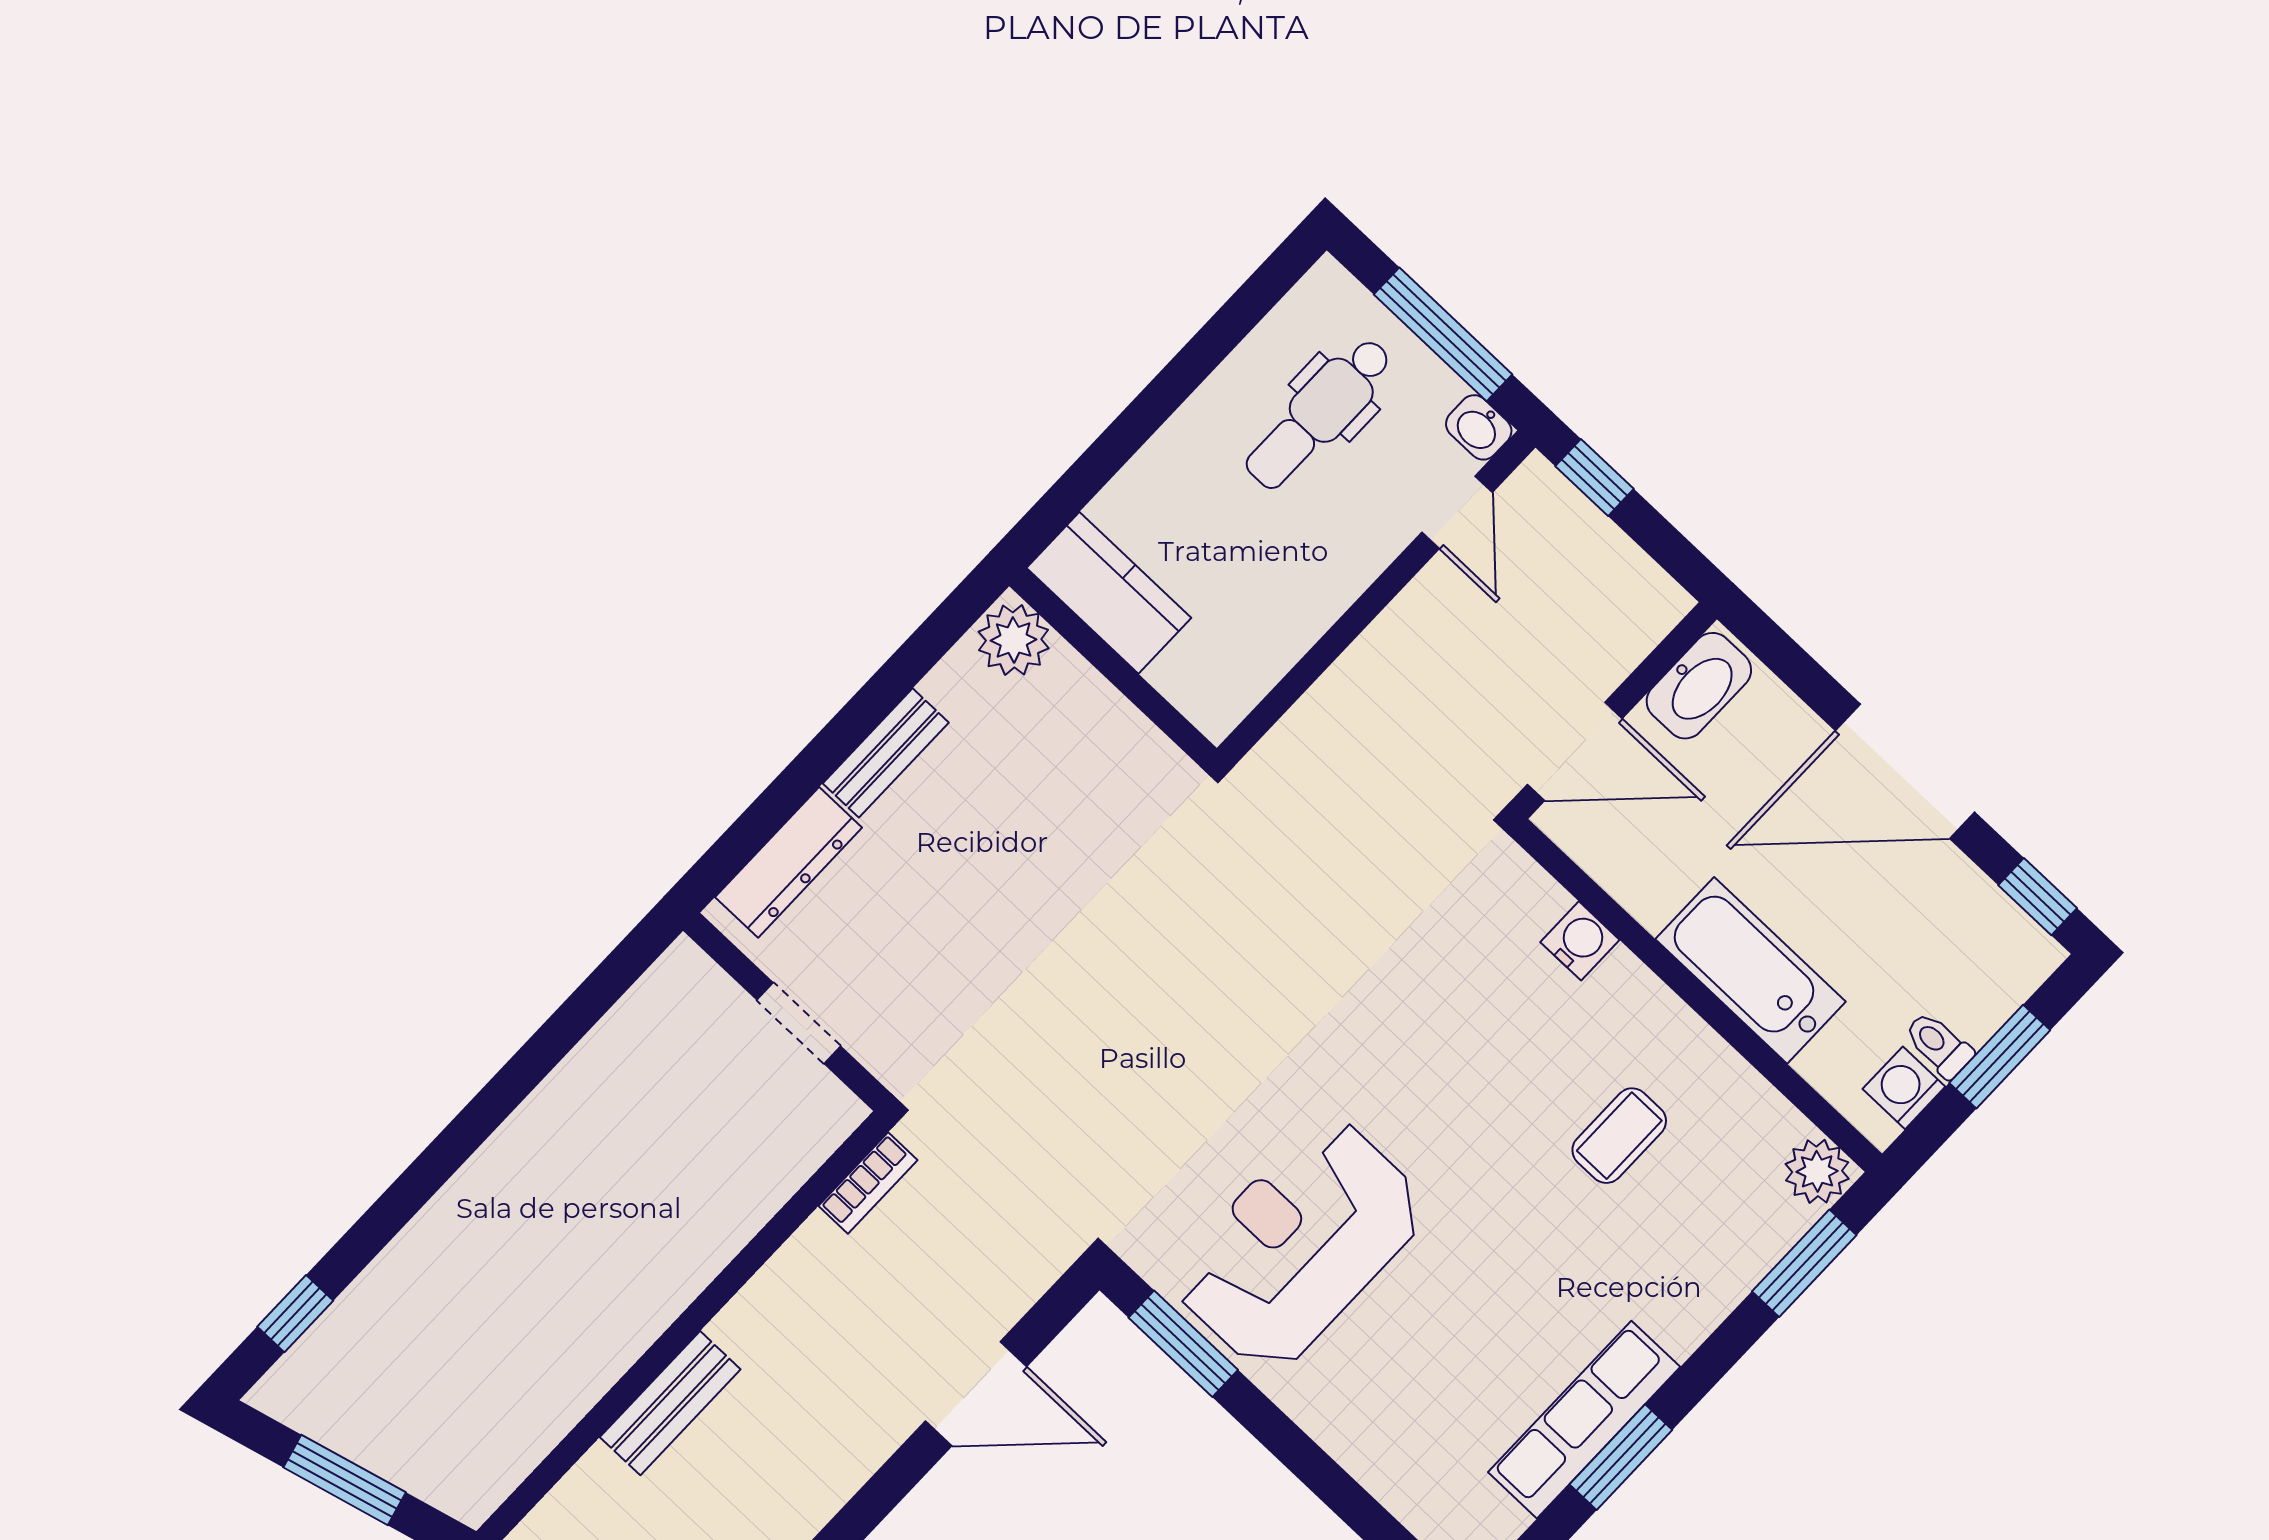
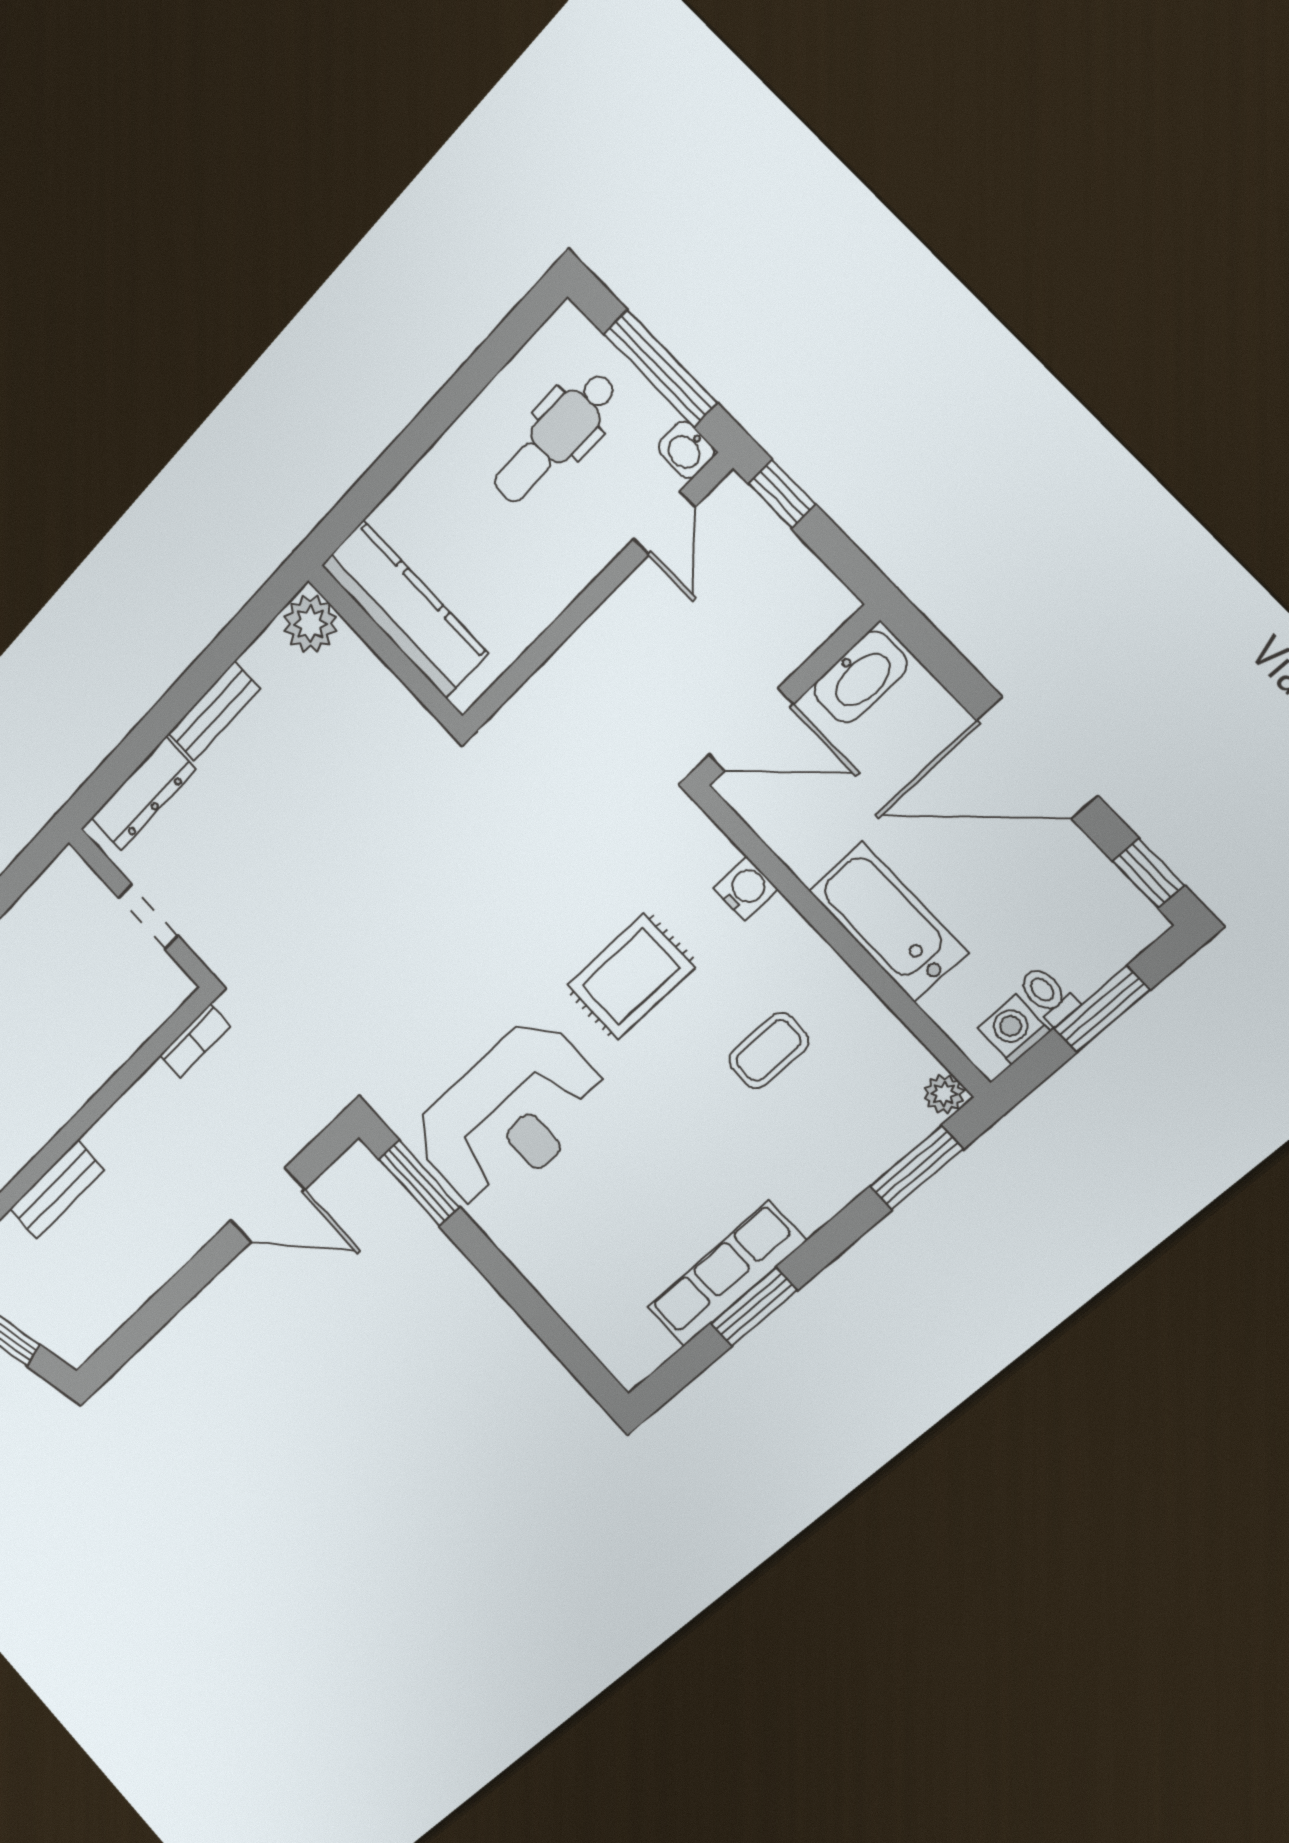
kitchen counter: (1109, 593) -> (404, 609), width x1.50
rug: (1445, 1057) -> (631, 976), added
plant: (1817, 1171) -> (944, 1094), width x0.73, depth x0.73
reception desk: (1299, 1244) -> (510, 1115), turned 180

